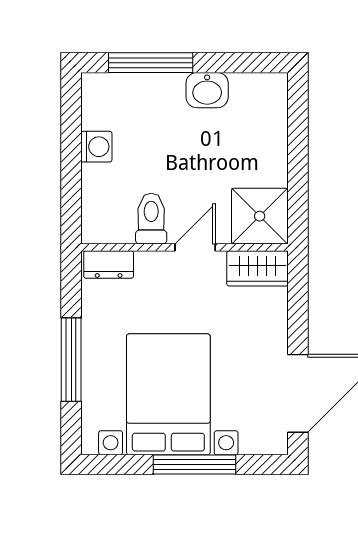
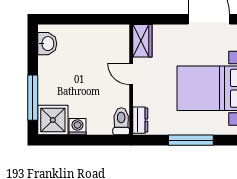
washbasin: (207, 90) -> (47, 44), moved
shower: (260, 216) -> (53, 120), moved
toilet: (151, 219) -> (121, 121), moved, turned 90

